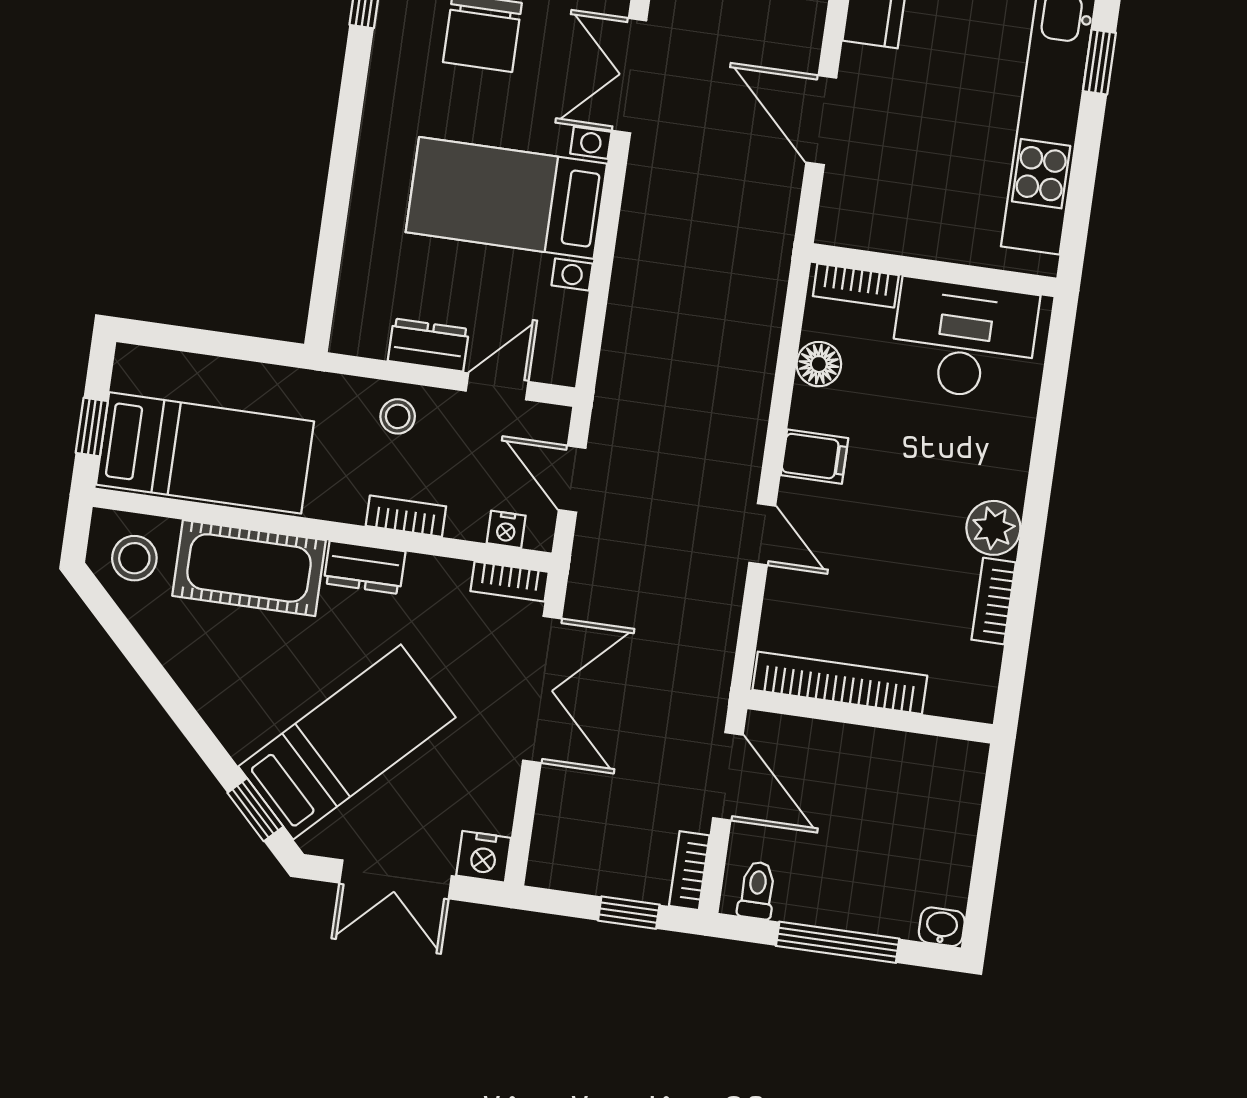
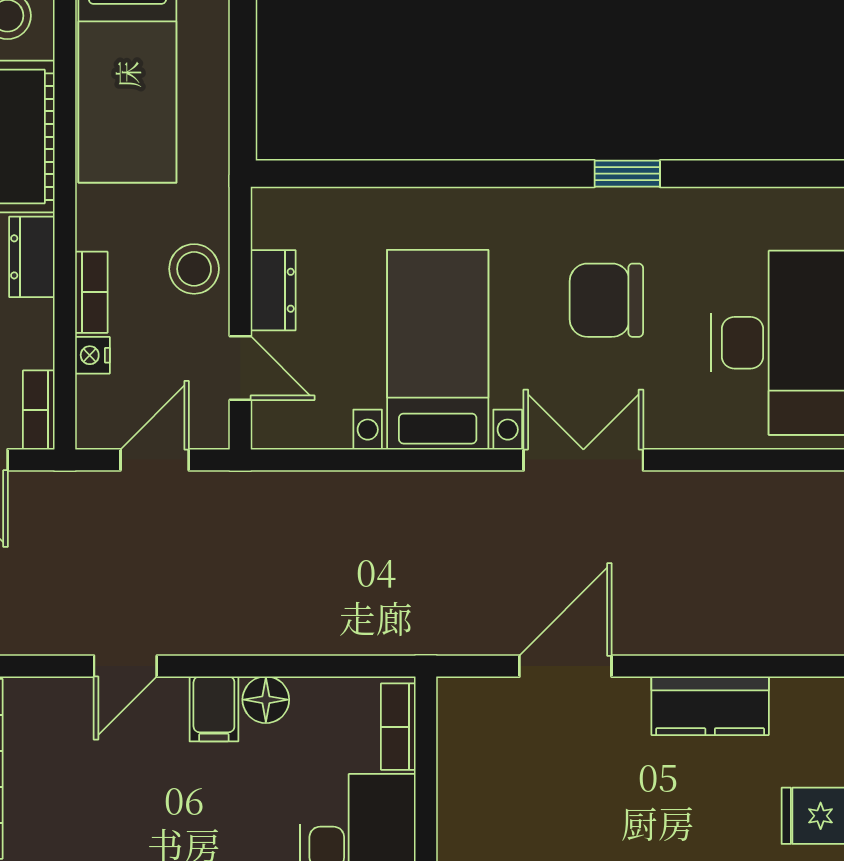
floor lamp: (819, 364) -> (266, 700), moved
stool: (398, 416) -> (194, 269), width x1.37, depth x1.37
nightstand: (506, 529) -> (93, 355), moved

